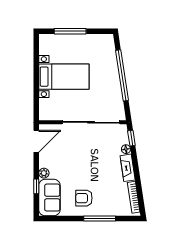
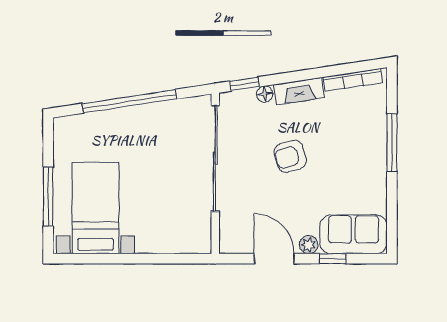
bed with nightstands: (64, 77) -> (95, 208), moved
door: (36, 141) -> (274, 259), moved
armchair: (84, 198) -> (290, 156), moved, turned 73

